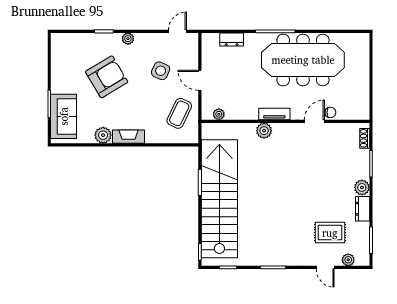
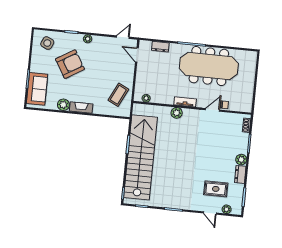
side table: (161, 71) -> (47, 43), moved
door: (200, 80) -> (137, 55), moved

